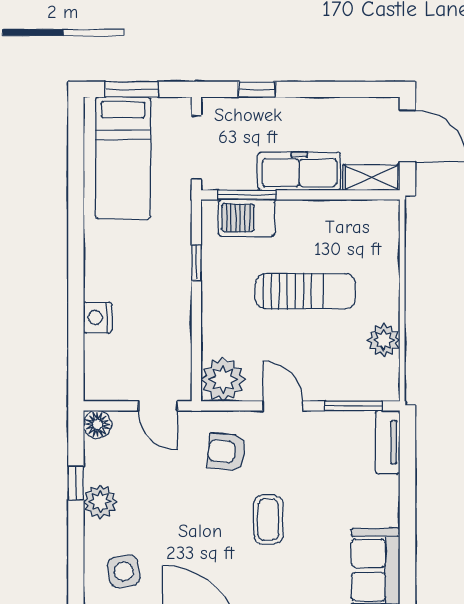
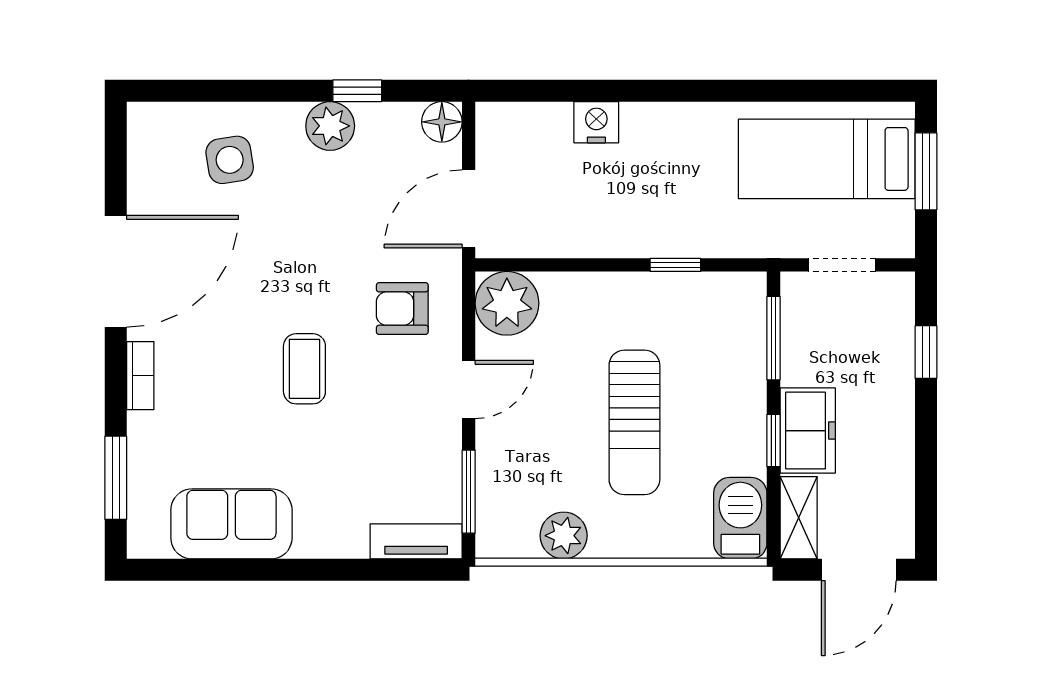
doorway: (196, 147) -> (842, 265), width x0.73
freezer: (299, 171) -> (808, 431), width x0.71
window: (318, 195) -> (774, 440), added
barbecue: (246, 218) -> (740, 518), moved
door: (158, 406) -> (469, 209), width x1.38
armchair: (227, 452) -> (402, 309), turned -96
coffee table: (268, 520) -> (304, 369), turned 90

